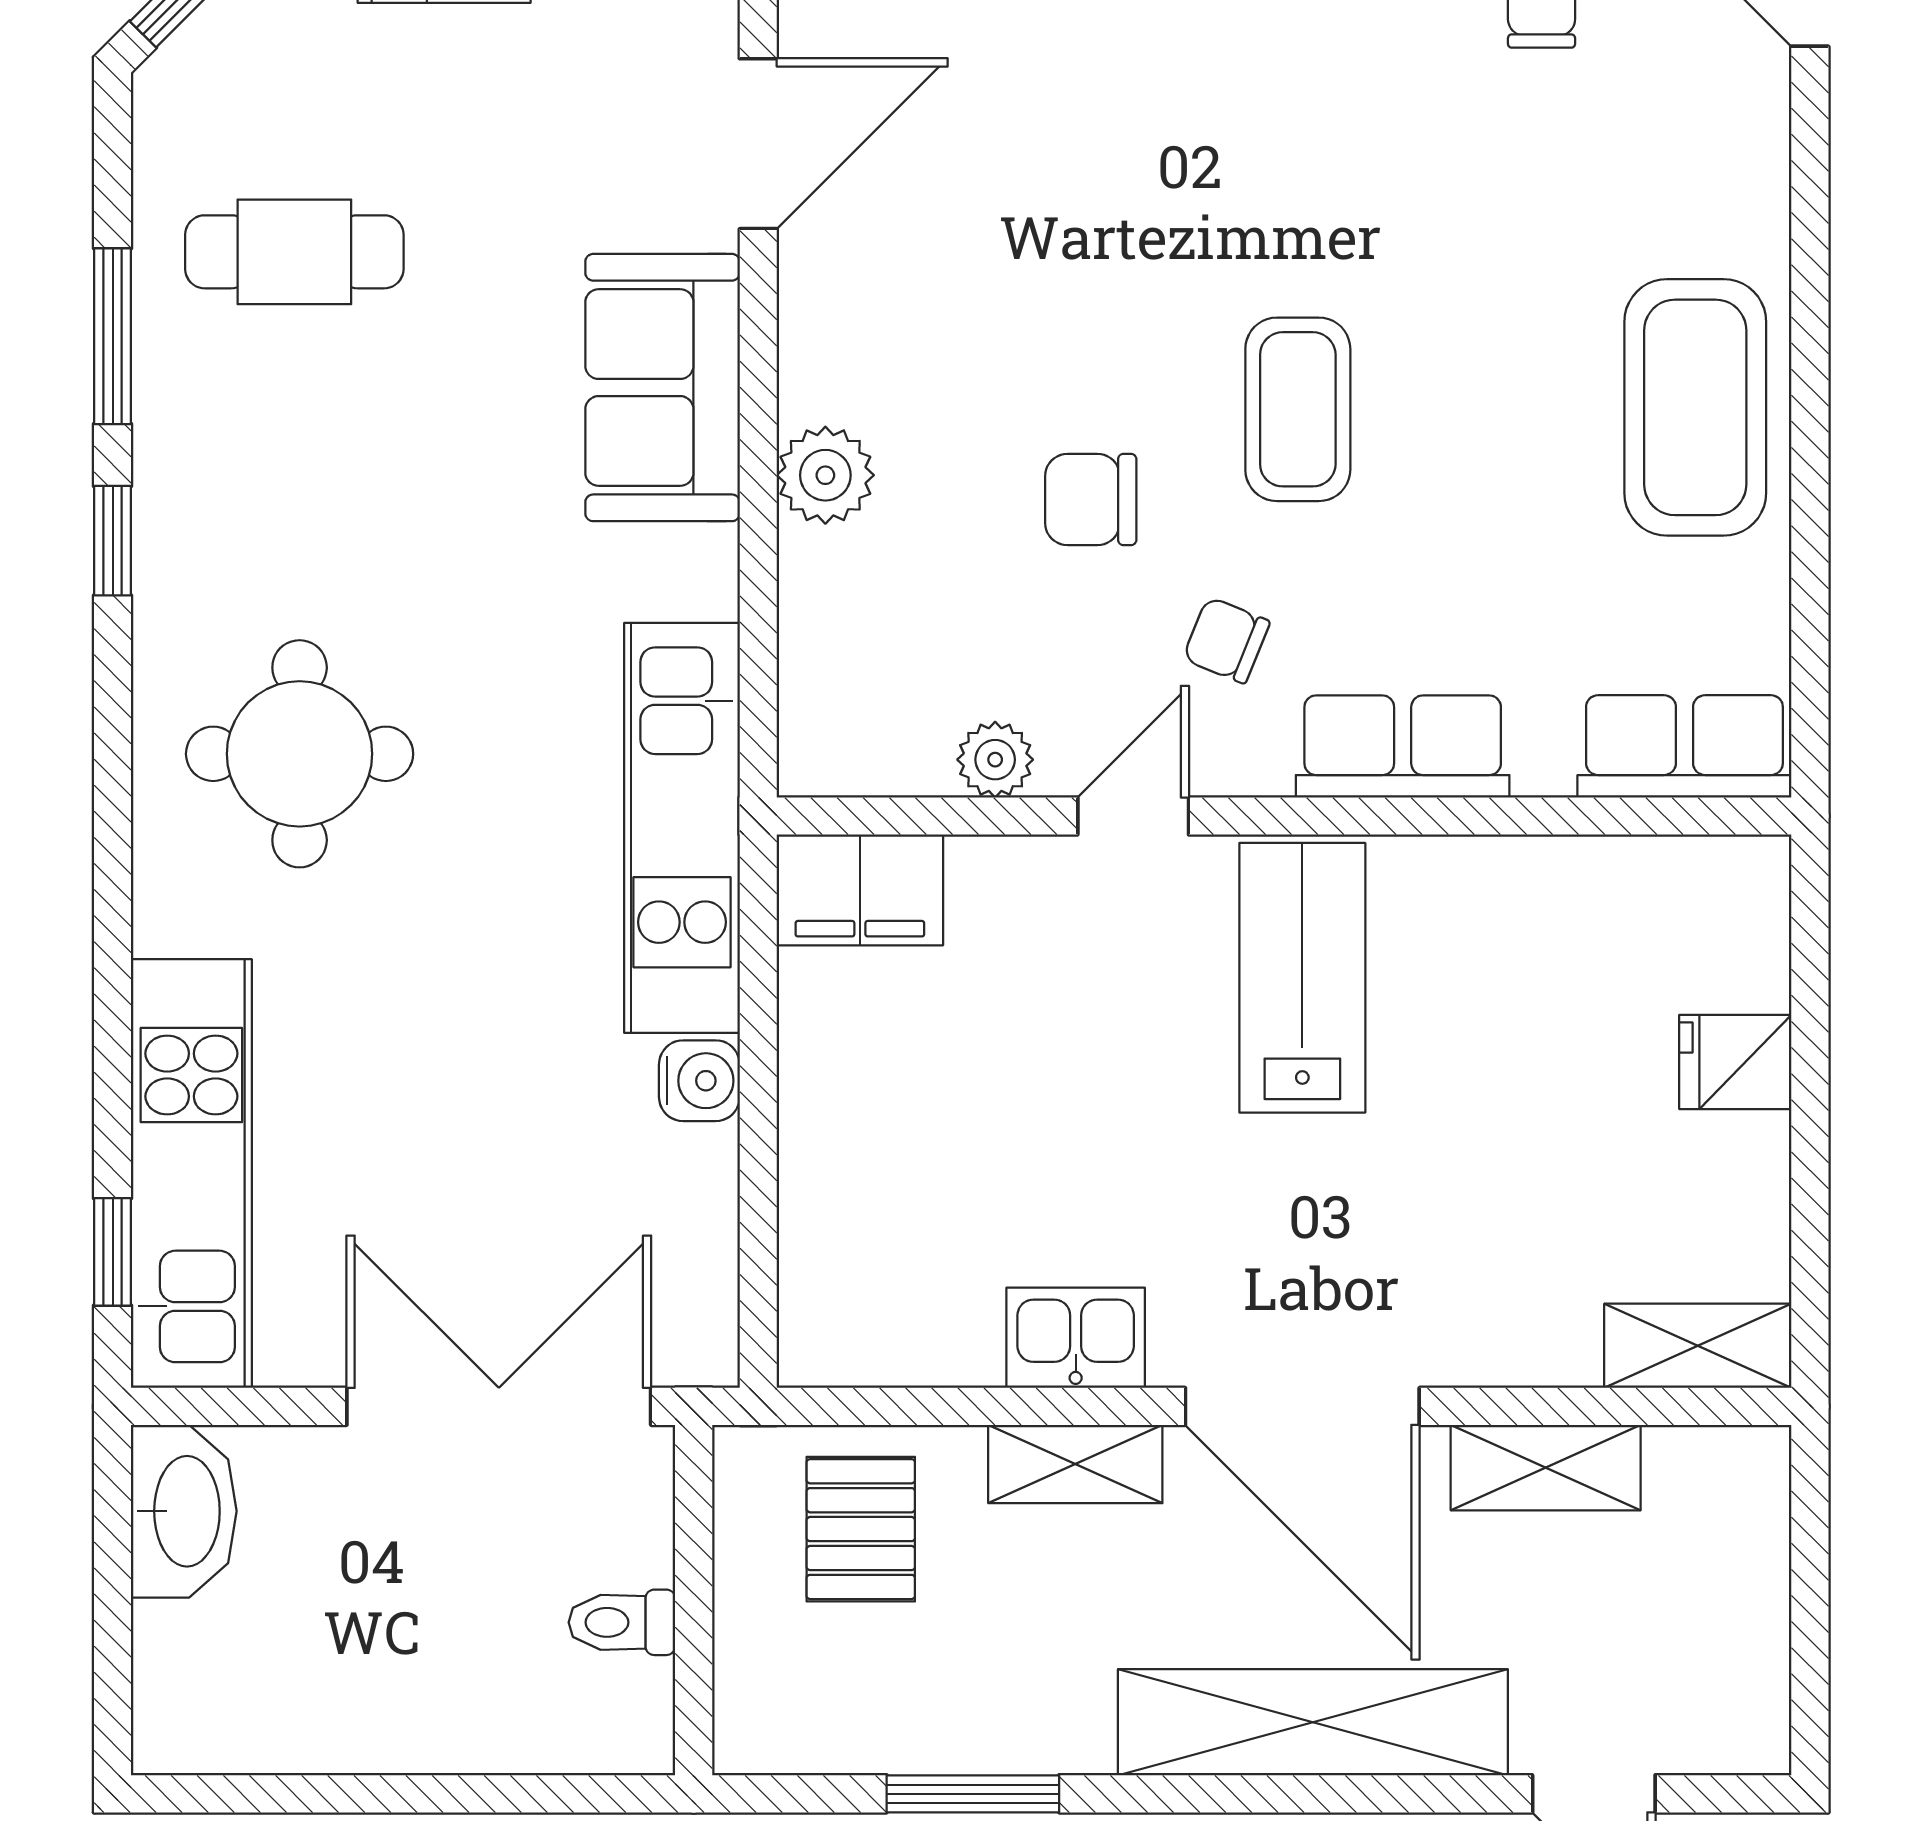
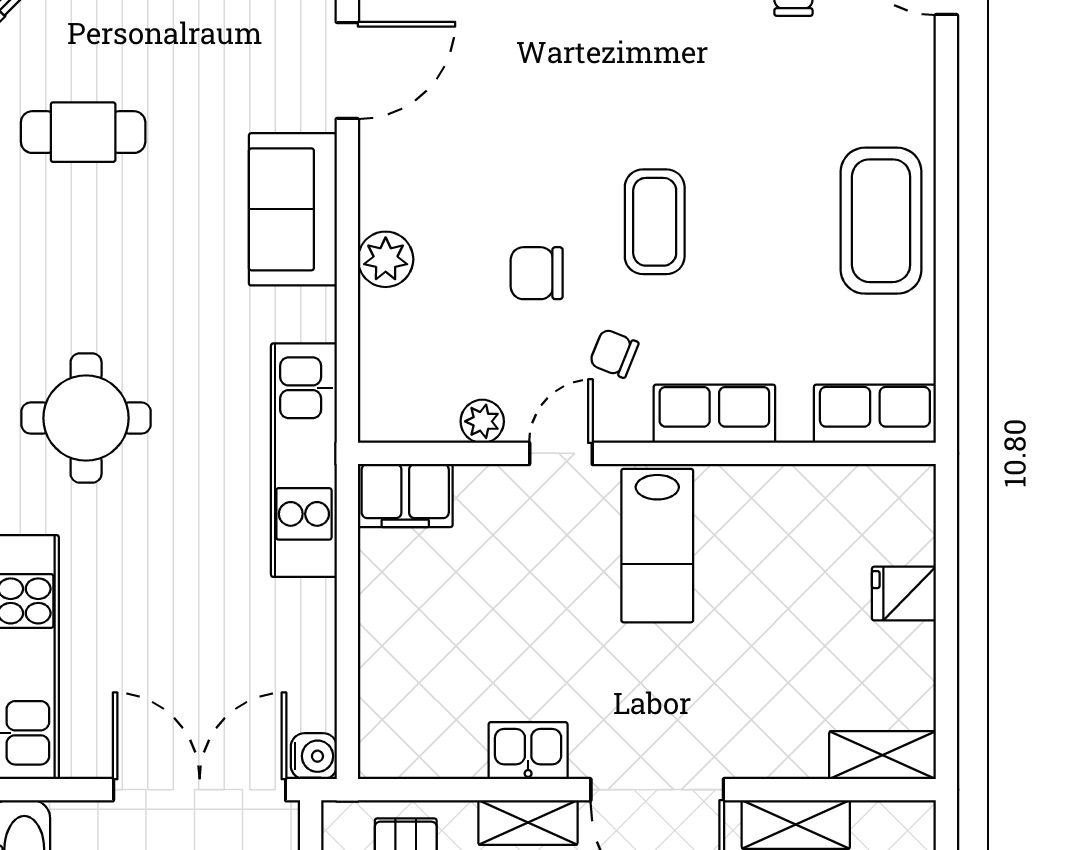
lab bench: (1302, 978) -> (657, 546), turned 180
water cooler: (699, 1081) -> (314, 756), moved

